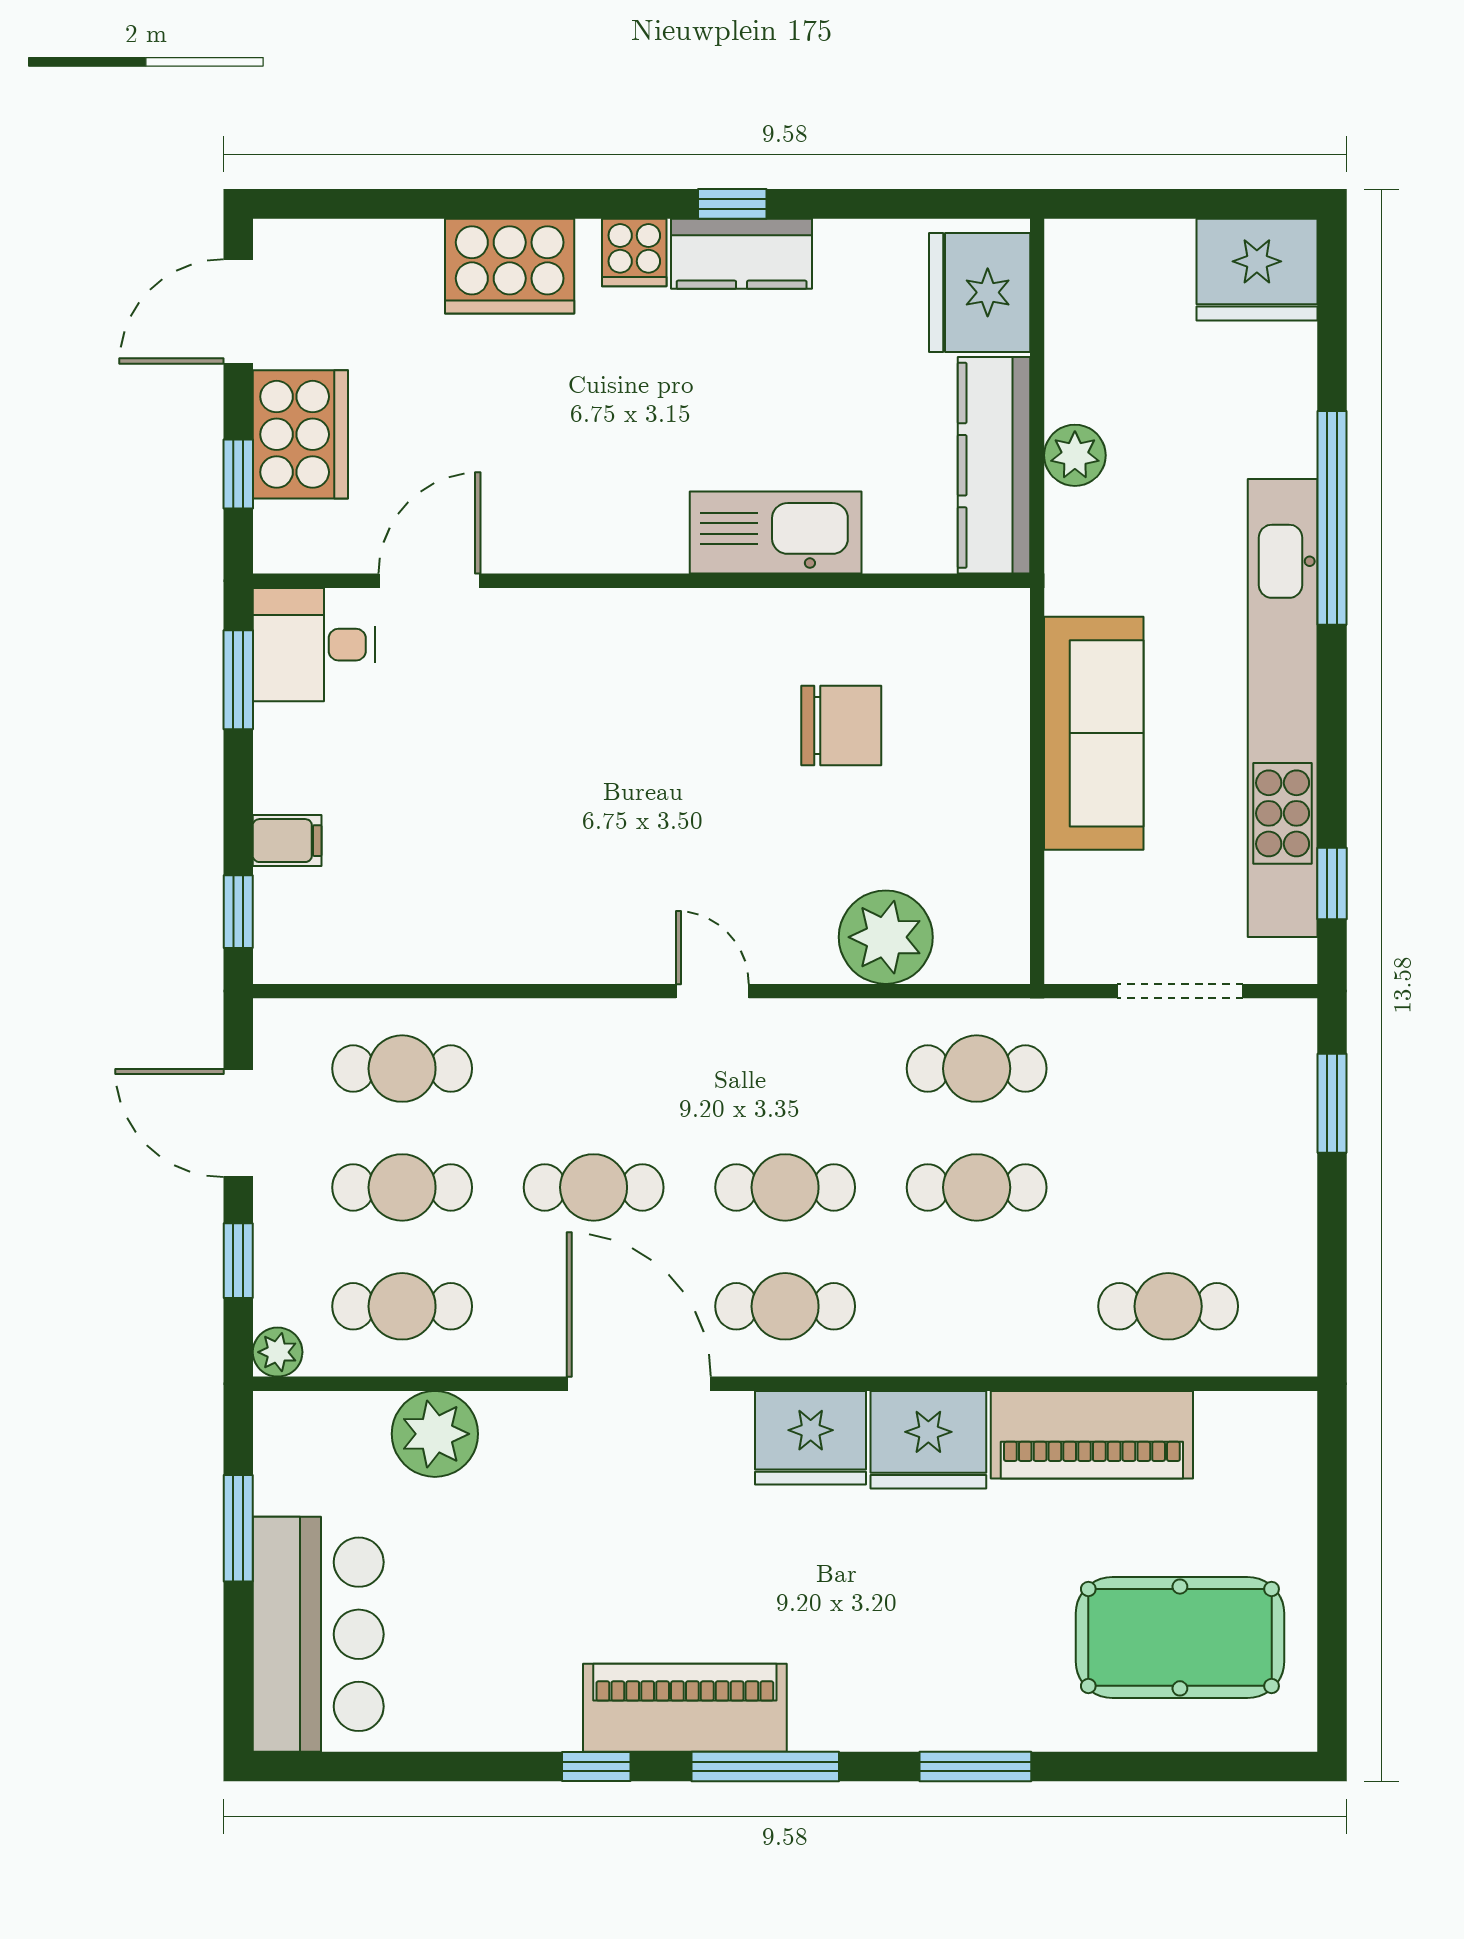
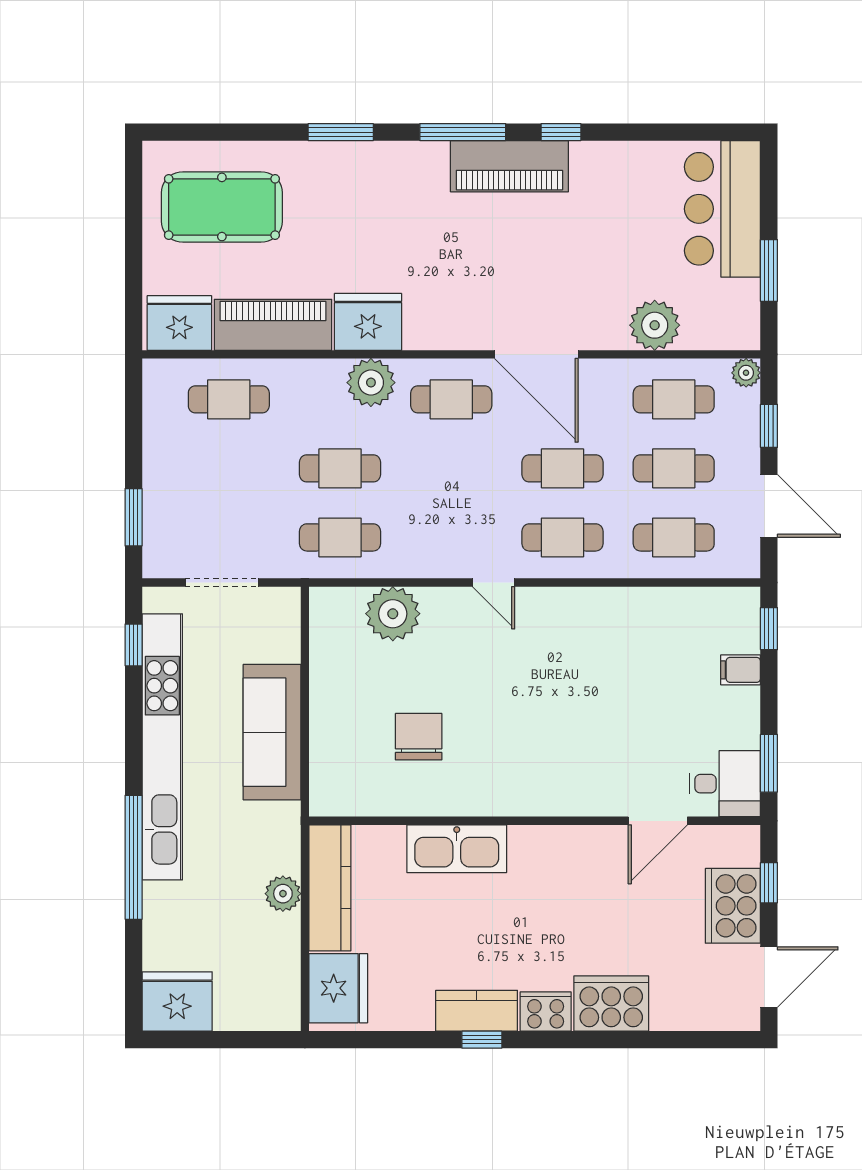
cooker: (634, 252) -> (546, 1011), width x1.36
chair: (841, 725) -> (419, 737), turned 90
cafe table: (785, 1187) -> (562, 537), moved
plant: (923, 1335) -> (371, 383), added
fridge: (811, 1438) -> (179, 323), moved

